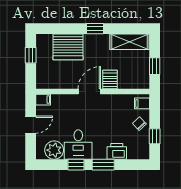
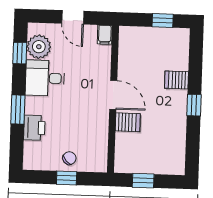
shelving: (129, 42) -> (176, 149), removed
server rack: (68, 47) -> (176, 80), width x0.46, depth x0.70
filing cabinet: (142, 103) -> (95, 163), removed
window: (155, 136) -> (67, 178), moved
window: (76, 165) -> (20, 53), moved

